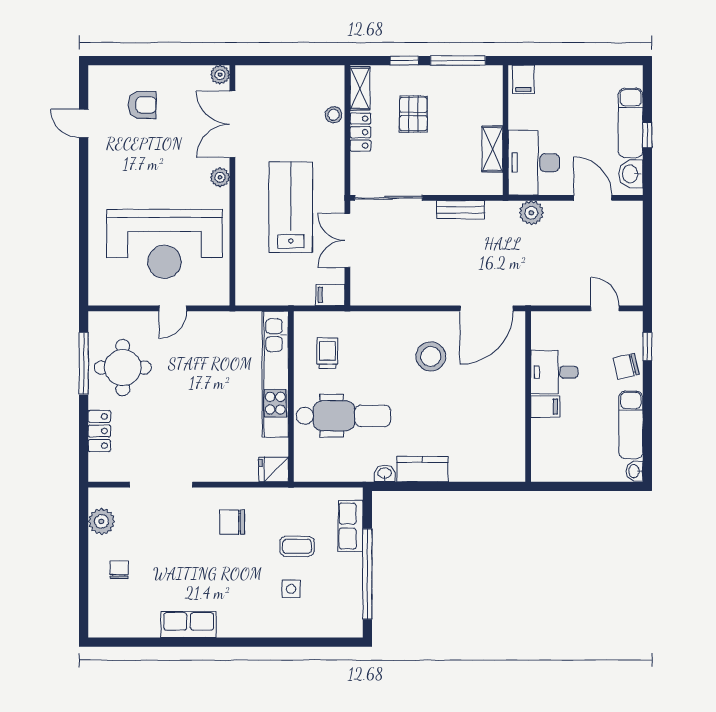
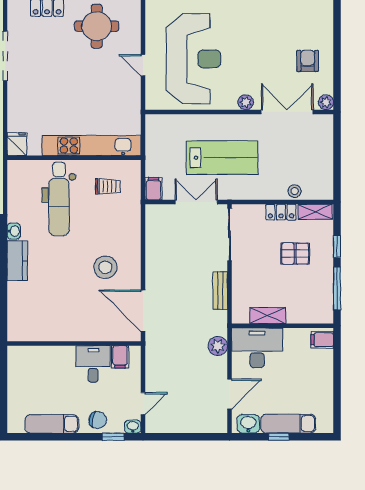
armchair: (142, 105) -> (308, 61), moved, turned 180
reception desk: (164, 244) -> (194, 59), turned 180
chair: (626, 366) -> (98, 420), turned 112
filing cabinet: (545, 407) -> (120, 357), moved
washbasin: (634, 471) -> (133, 427), moved

